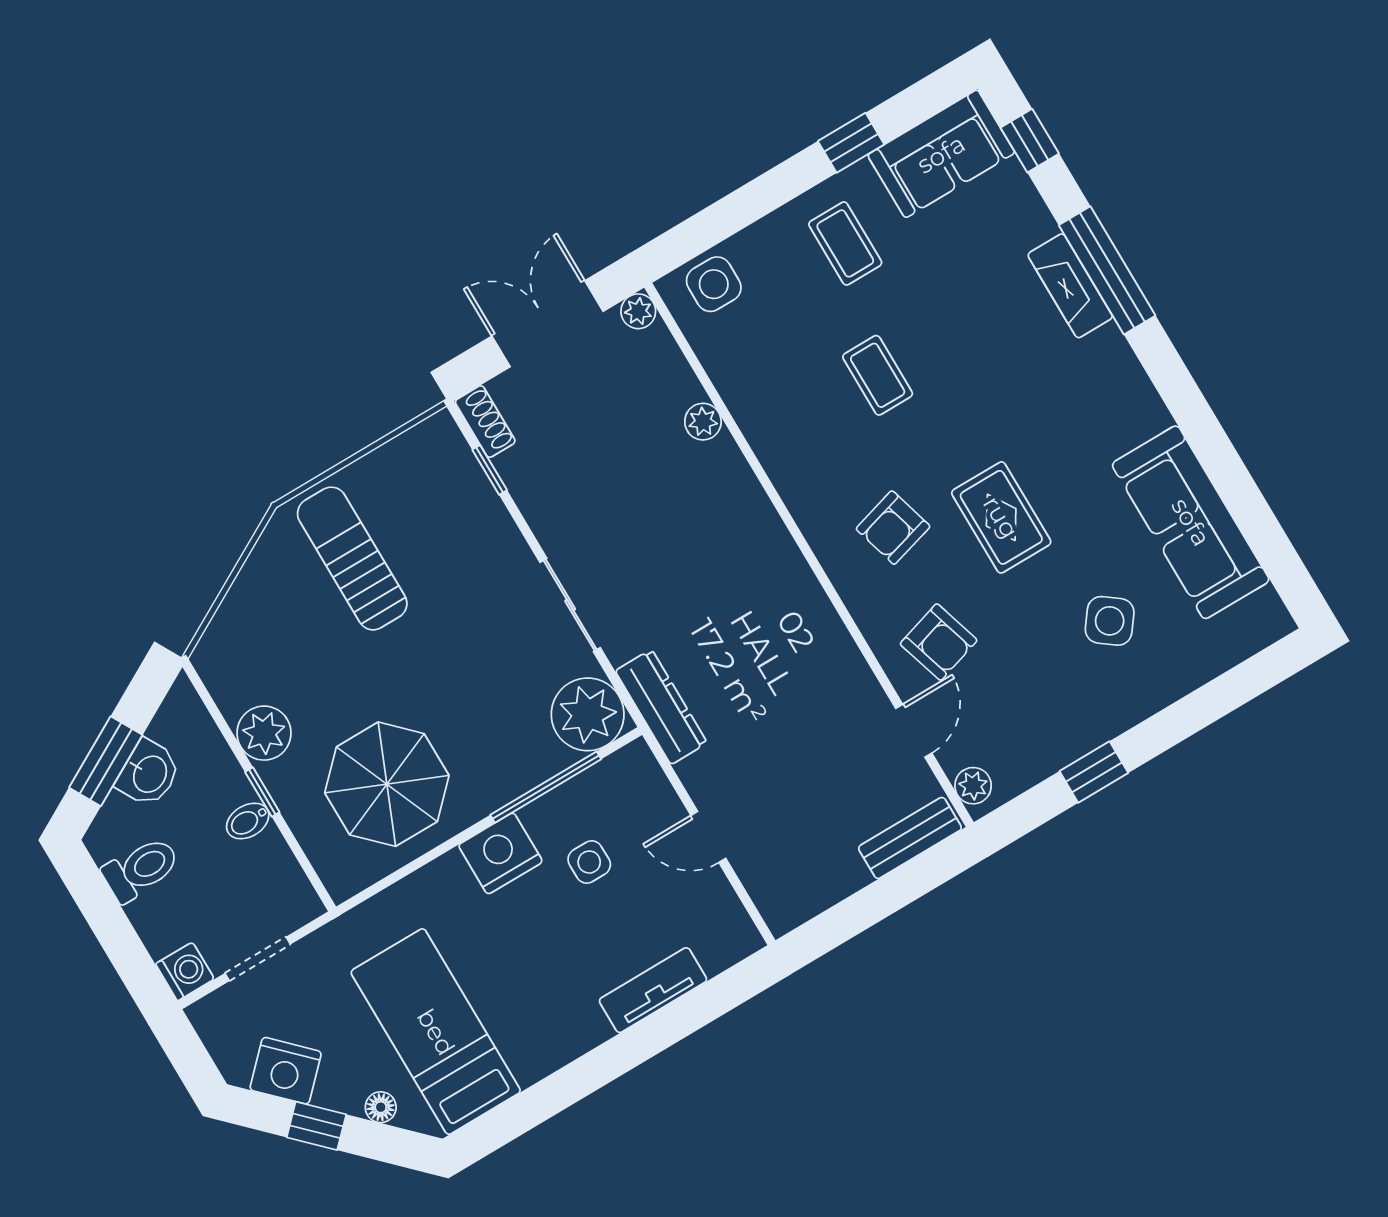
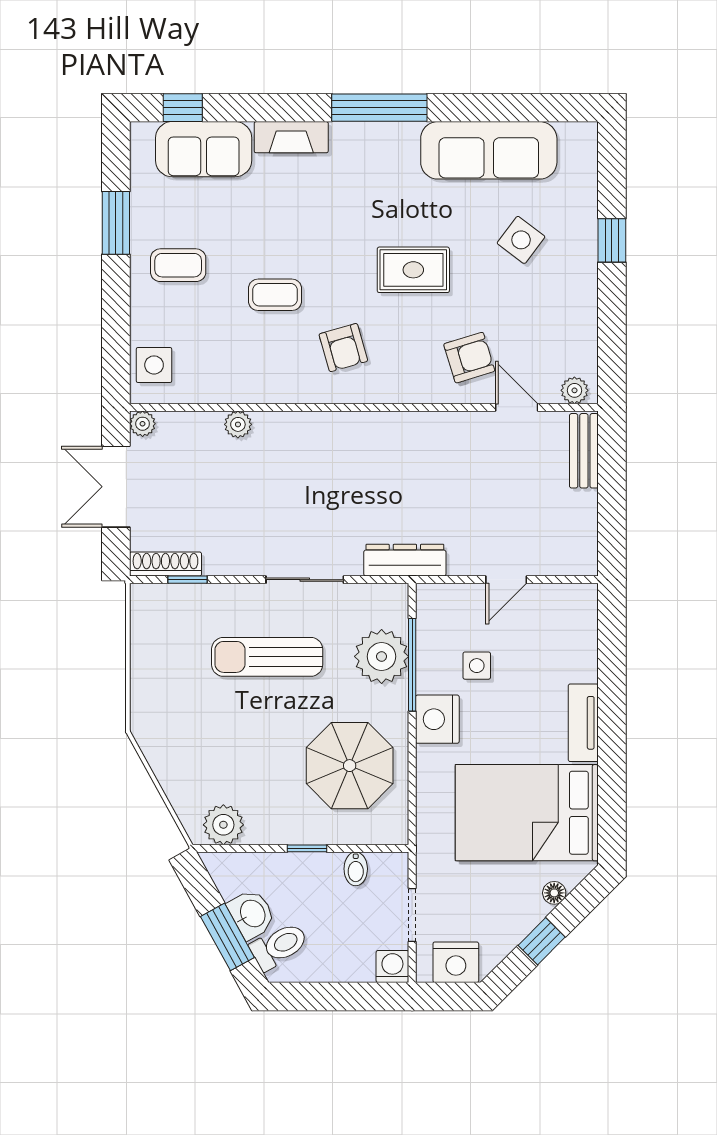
window: (851, 143) -> (116, 223), width x1.50
sofa: (941, 154) -> (204, 149), moved, turned 90
window: (1107, 270) -> (379, 108), moved
shoe rack: (485, 422) -> (165, 564), width x1.43
armchair: (893, 528) -> (343, 348), moved
sun lounger: (352, 559) -> (267, 657), moved
plant: (588, 714) -> (382, 656), moved
plant: (264, 733) -> (223, 825), moved
window: (1094, 772) -> (612, 240), moved
bidet: (248, 821) -> (356, 869), moved
toilet: (141, 869) -> (279, 946), moved, turned 61
tv unit: (653, 990) -> (583, 723), moved
bed: (436, 1032) -> (527, 813), width x1.50
nightstand: (286, 1071) -> (456, 962), moved, turned 45

